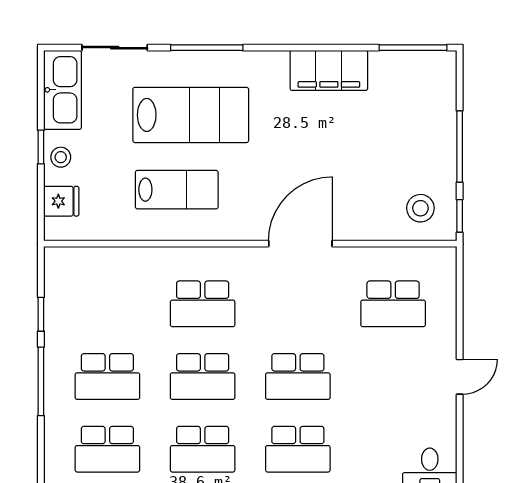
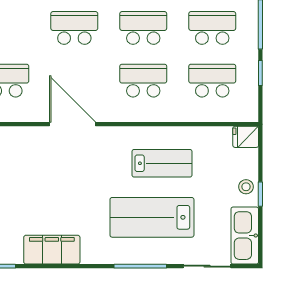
lab bench: (177, 190) -> (162, 163), turned 180
fridge: (61, 201) -> (246, 137), moved
door: (300, 244) -> (72, 124), swing flipped
school desk: (107, 304) -> (212, 81), added

